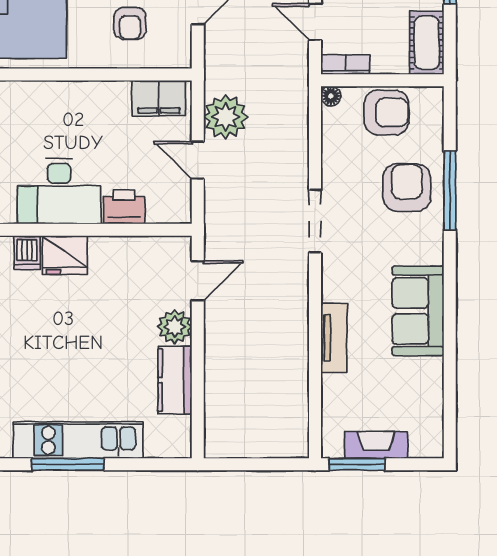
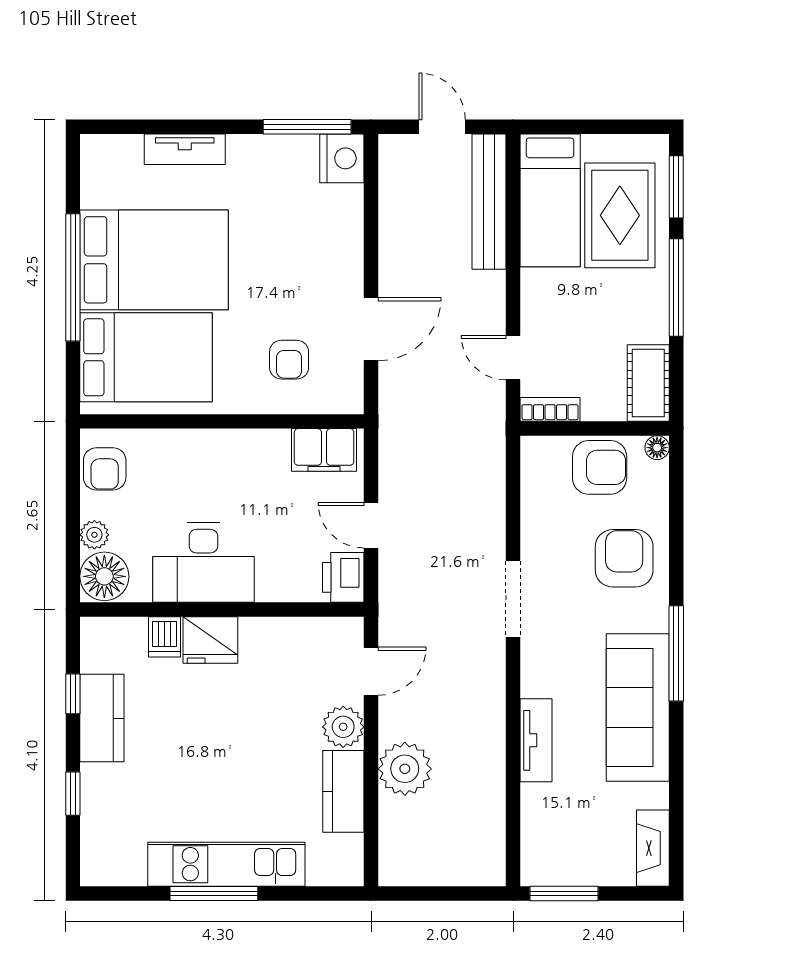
floor lamp: (331, 96) -> (657, 448), moved
plant: (226, 117) -> (405, 769), moved
window: (450, 190) -> (676, 653), moved
printer: (124, 207) -> (343, 577), moved, turned -90
sofa: (418, 311) -> (638, 708), width x1.36
fireplace: (376, 445) -> (653, 848), moved, turned -90

